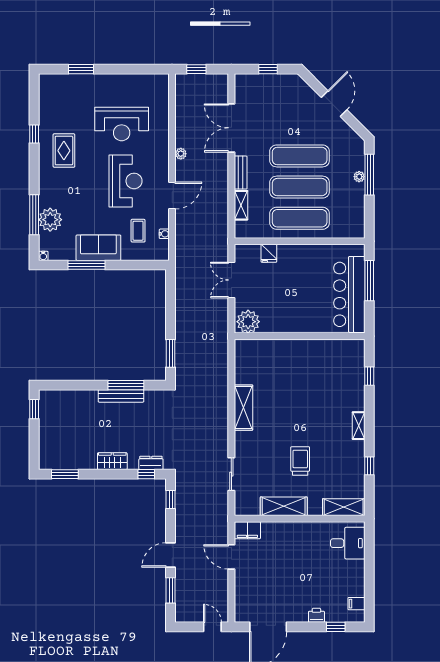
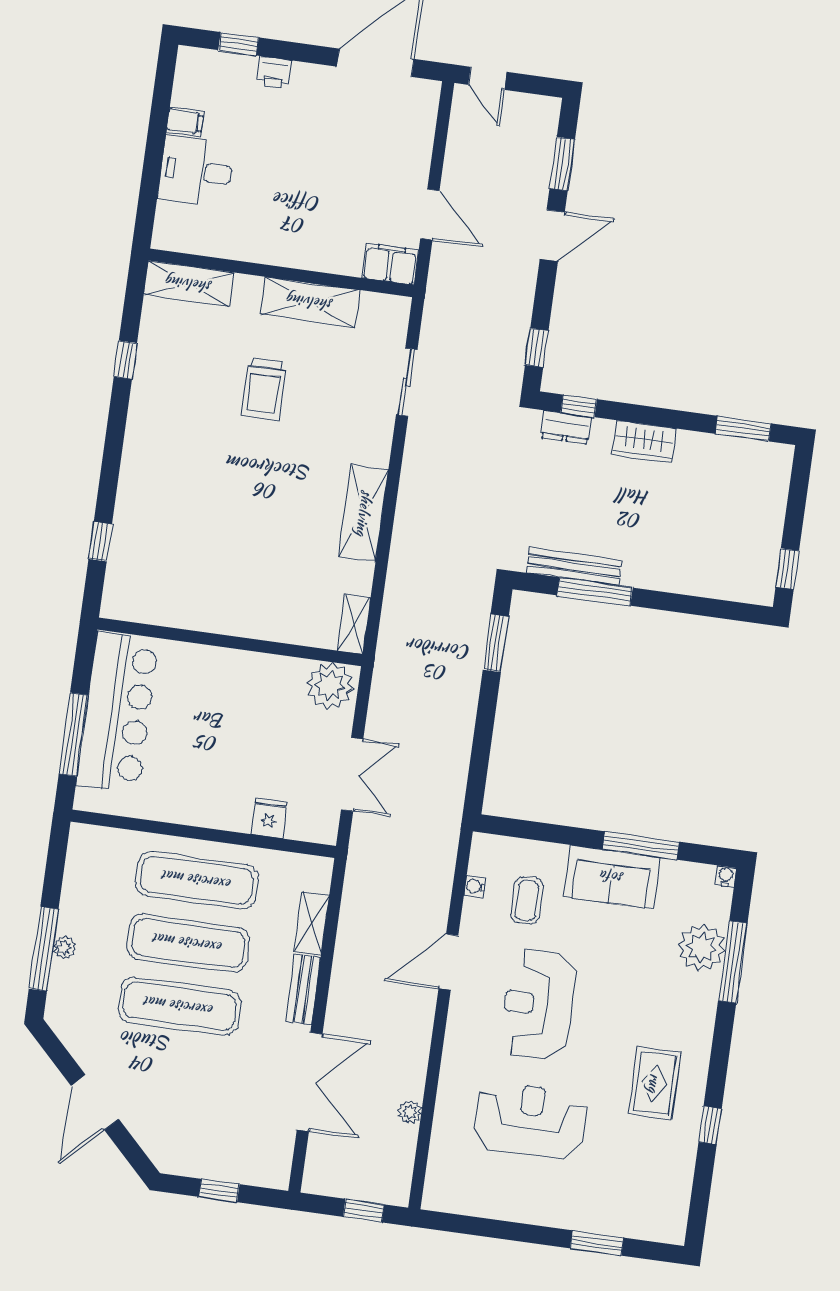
plant: (181, 154) -> (410, 1112), moved
bench: (121, 396) -> (574, 566), moved
shelving: (359, 426) -> (354, 624), moved
desk: (348, 543) -> (196, 171), moved
filing cabinet: (356, 604) -> (185, 121), moved

